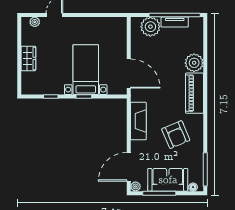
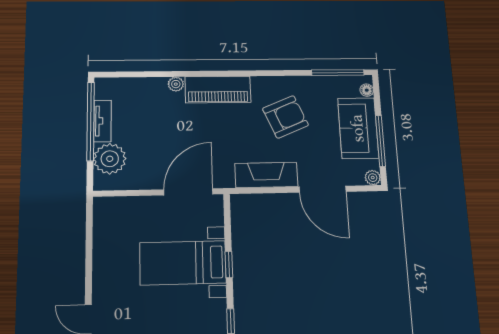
plant: (194, 63) -> (176, 84), width x0.53, depth x0.53
door: (129, 167) -> (323, 189), moved

